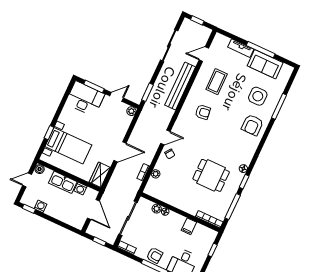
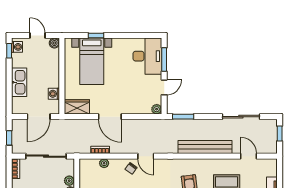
door: (117, 97) -> (164, 87), hinge flipped
kitchen sink: (63, 182) -> (19, 82), moved, turned 180
washing machine: (41, 206) -> (17, 47), moved

